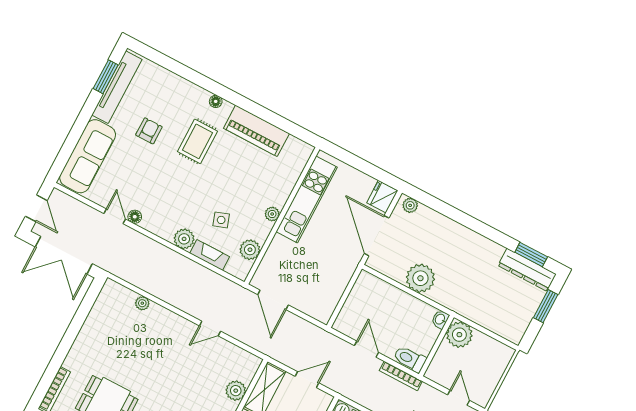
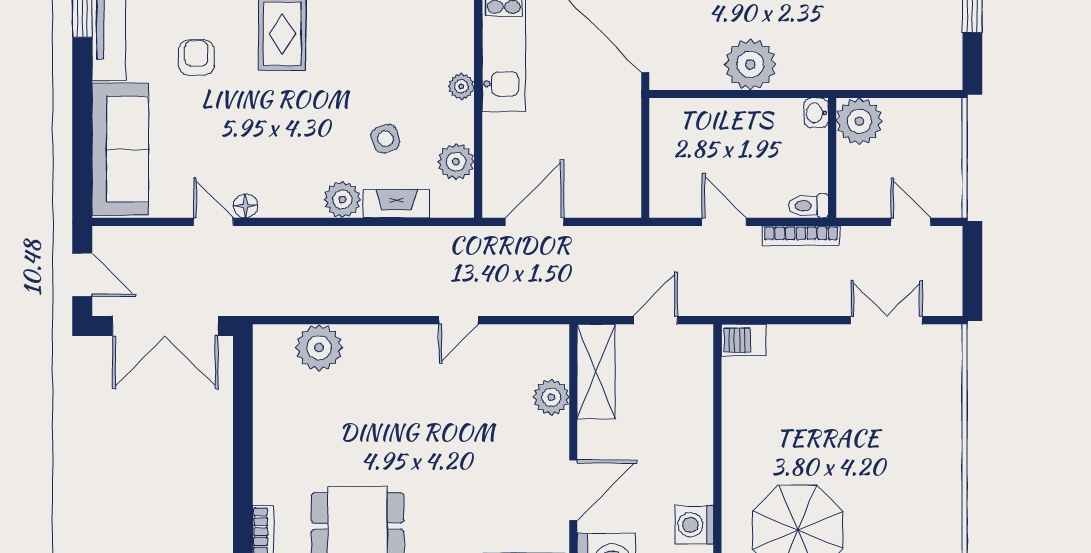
door: (273, 300) -> (535, 222), swing flipped
plant: (142, 303) -> (319, 348), width x1.88, depth x1.88
toilet: (410, 359) -> (809, 206), width x0.73, depth x0.72

